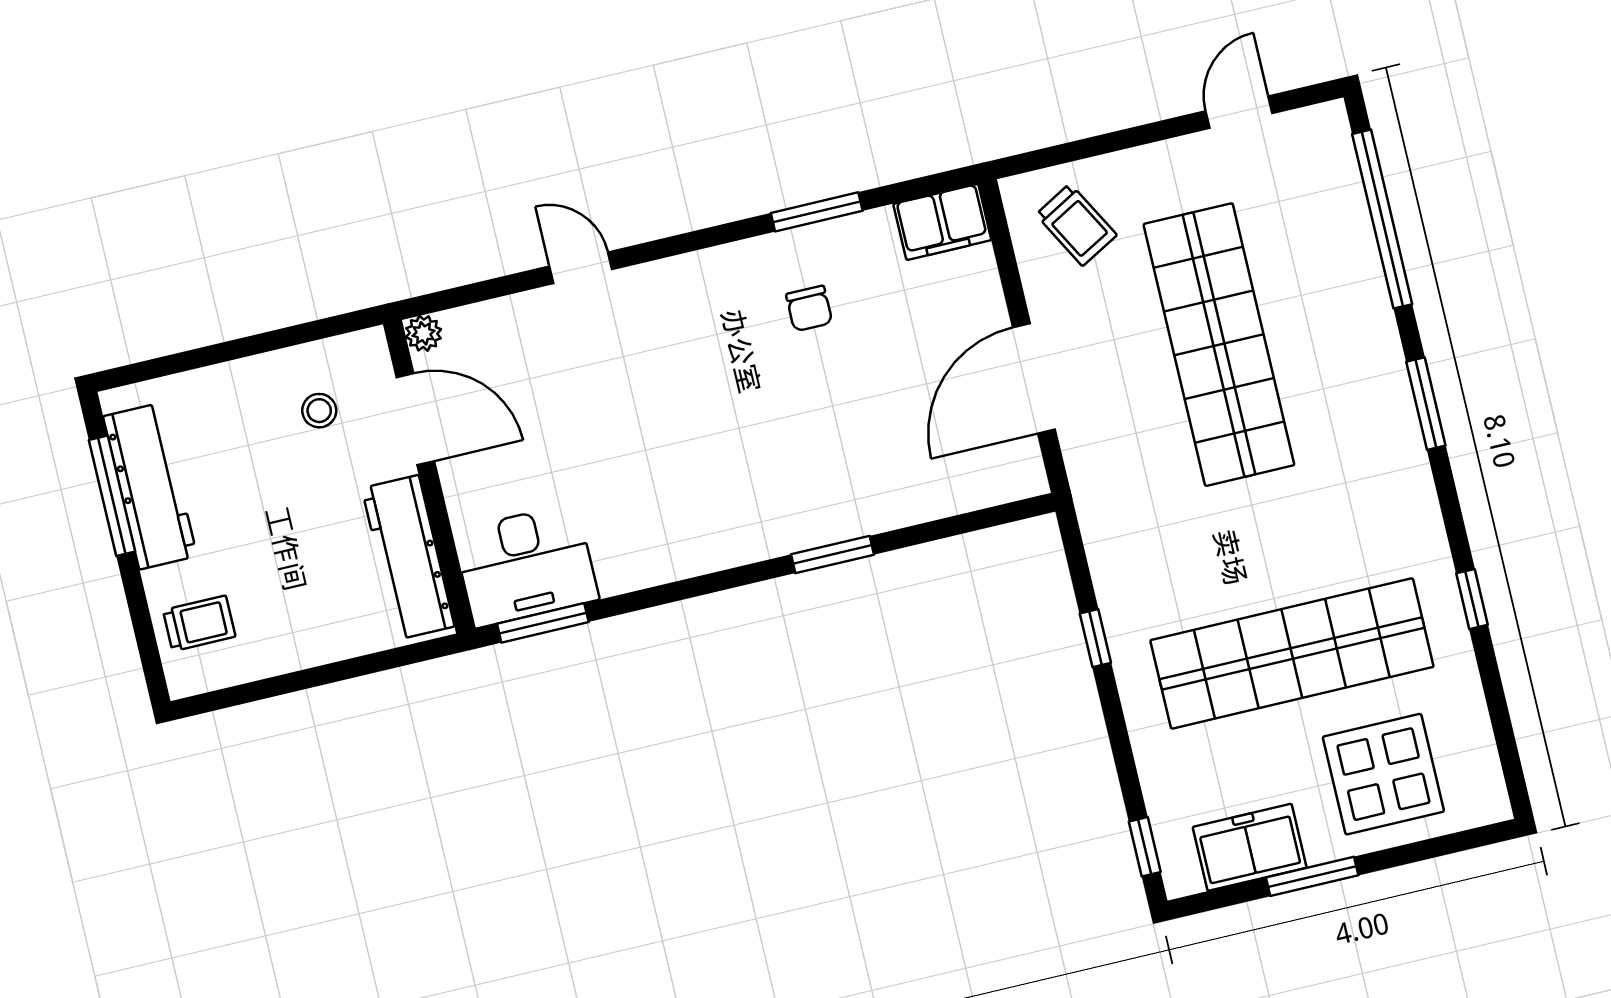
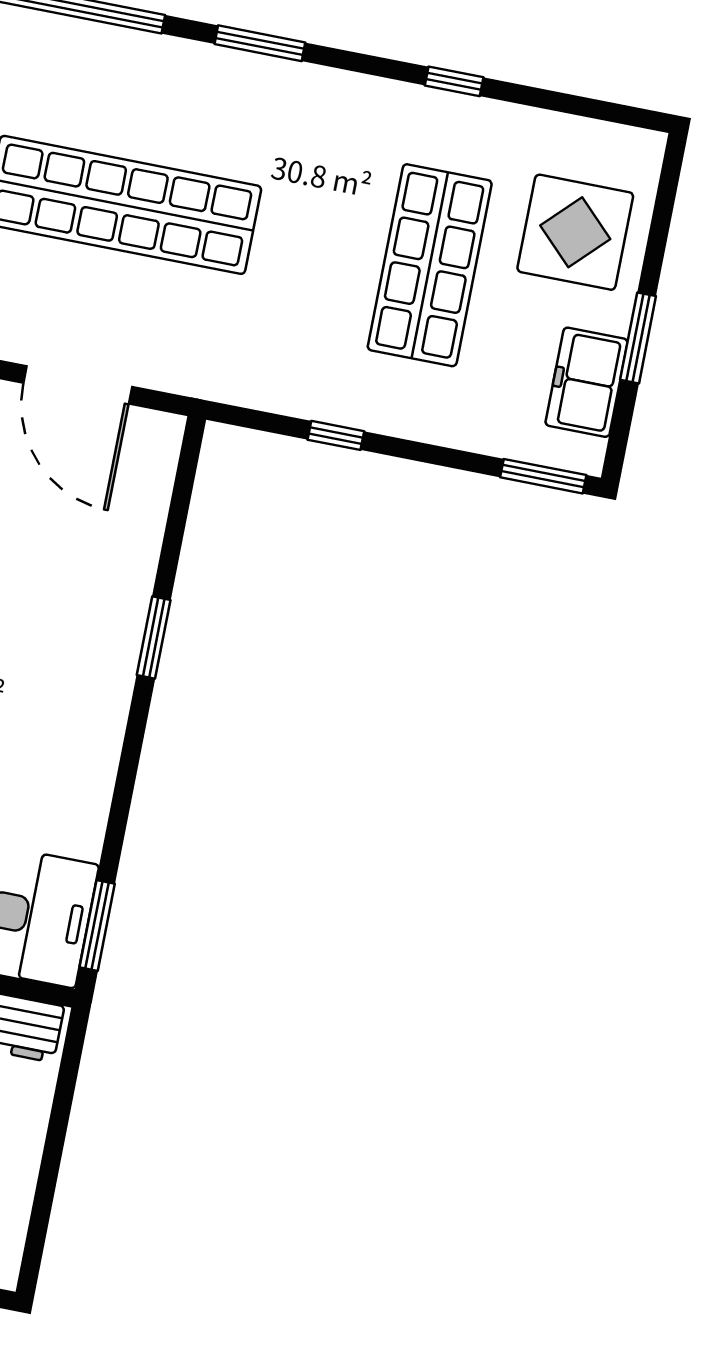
shop shelf: (1292, 653) -> (430, 265), width x0.71
window: (1145, 847) -> (543, 476), width x1.50

